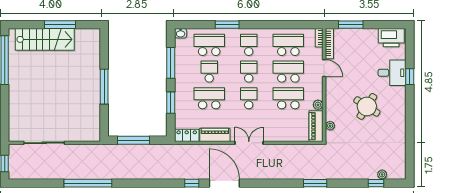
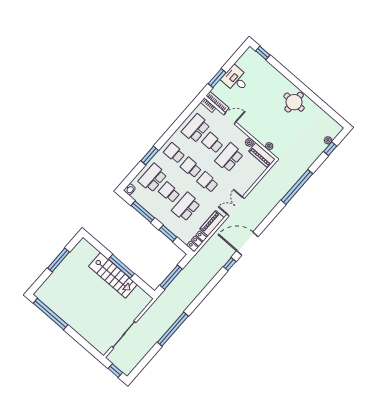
printer: (391, 38) -> (247, 60), removed
stairs: (45, 39) -> (113, 275), moved, turned 90
school desk: (288, 72) -> (212, 143), width x0.54
desk: (392, 73) -> (236, 79), moved, turned -90
window: (410, 77) -> (263, 53), moved
round table: (367, 106) -> (294, 102), moved, turned -33
window: (315, 183) -> (297, 187), width x2.11

